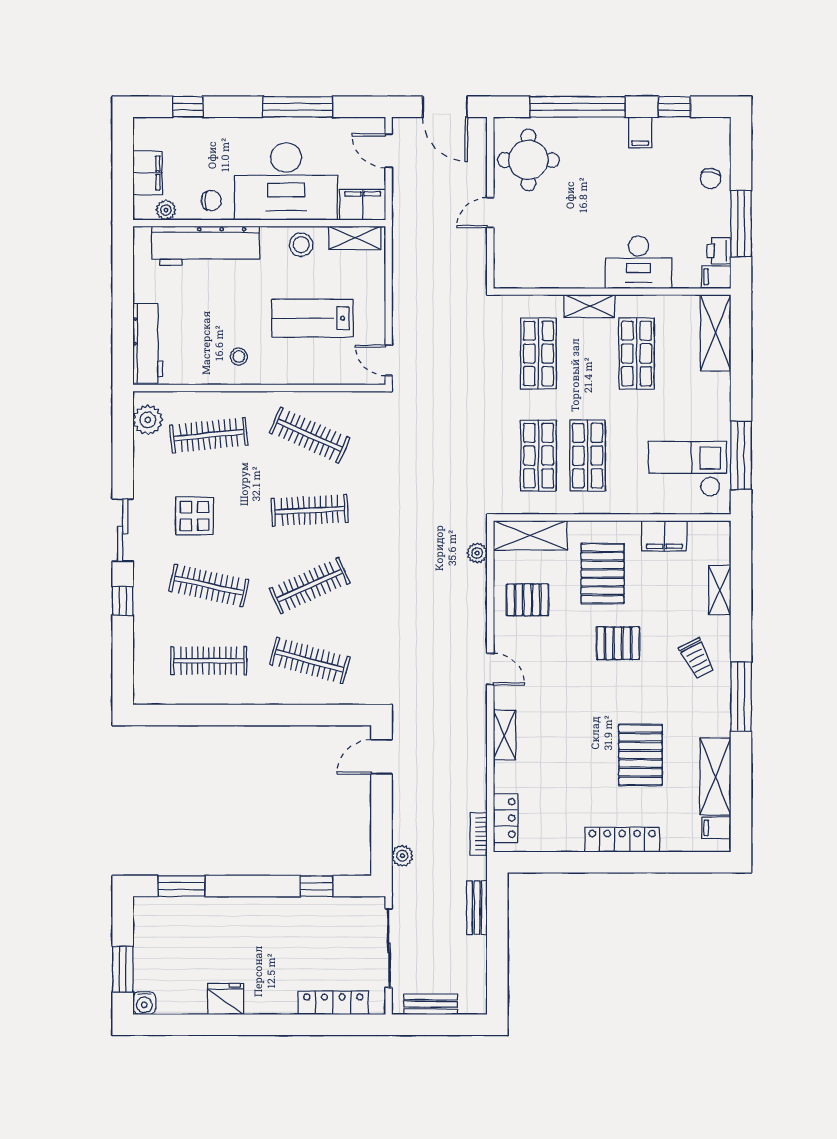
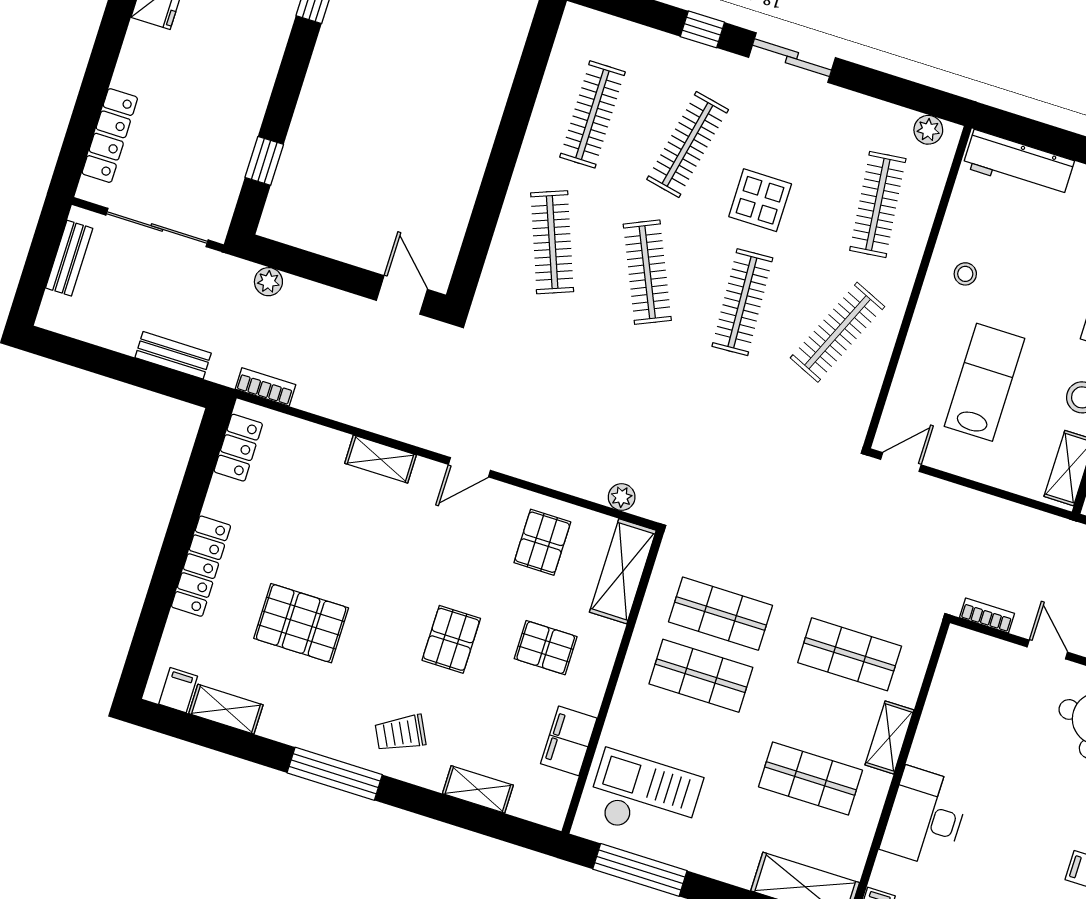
bookcase: (479, 264) -> (987, 615), added
plant: (148, 420) -> (928, 130), width x0.73, depth x0.73
checkout: (688, 469) -> (644, 797), turned -90
display table: (194, 516) -> (760, 200), moved
pallet: (603, 573) -> (546, 648), width x0.67, depth x0.71
clothes rail: (310, 661) -> (552, 242), turned -36
shelving: (715, 776) -> (226, 709), width x0.67, depth x0.75
locker: (506, 818) -> (238, 448), moved, turned -90

